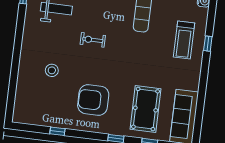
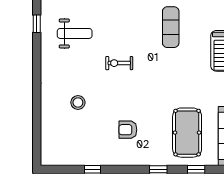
armchair: (93, 100) -> (128, 130), width x0.53, depth x0.53

